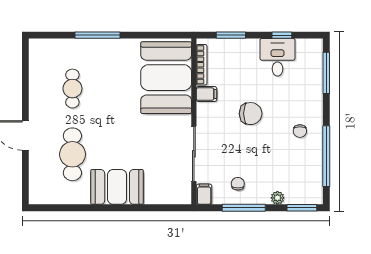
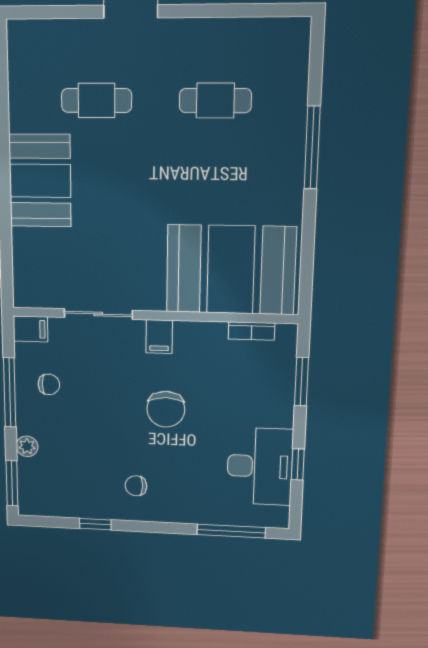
desk: (278, 57) -> (260, 466), width x1.37
bookcase: (202, 65) -> (252, 331), width x0.64
filing cabinet: (206, 94) -> (159, 337), moved
cafe table: (72, 154) -> (96, 100), width x0.73, depth x0.74
sliding door: (194, 154) -> (98, 314), width x0.73
window: (326, 156) -> (95, 524), width x0.32

